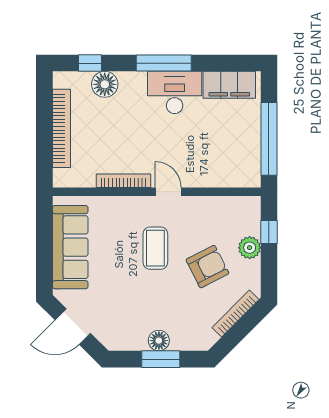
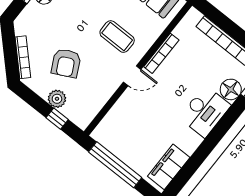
window: (164, 63) -> (215, 137), removed
desk: (175, 92) -> (205, 111), moved
coffee table: (155, 248) -> (117, 37), moved

